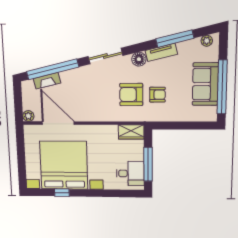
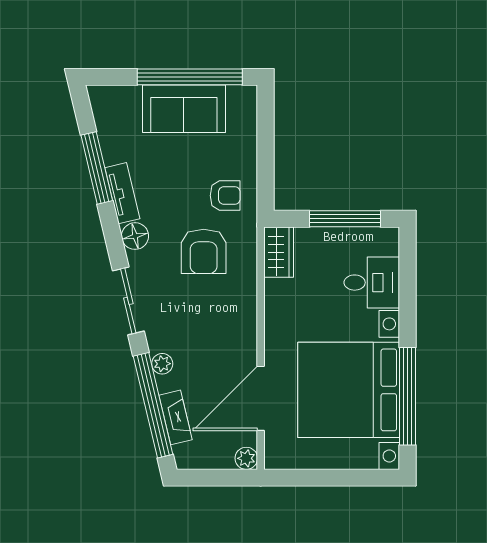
plant: (207, 41) -> (162, 364), moved
armchair: (157, 95) -> (225, 196), moved, turned 90
desk: (130, 173) -> (372, 283), moved, turned 90
window: (62, 193) -> (407, 396), width x3.17

